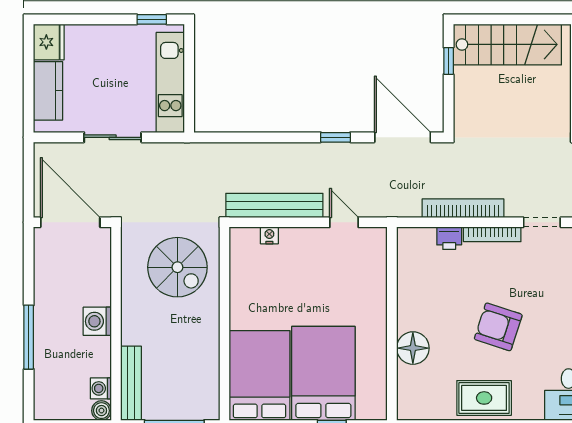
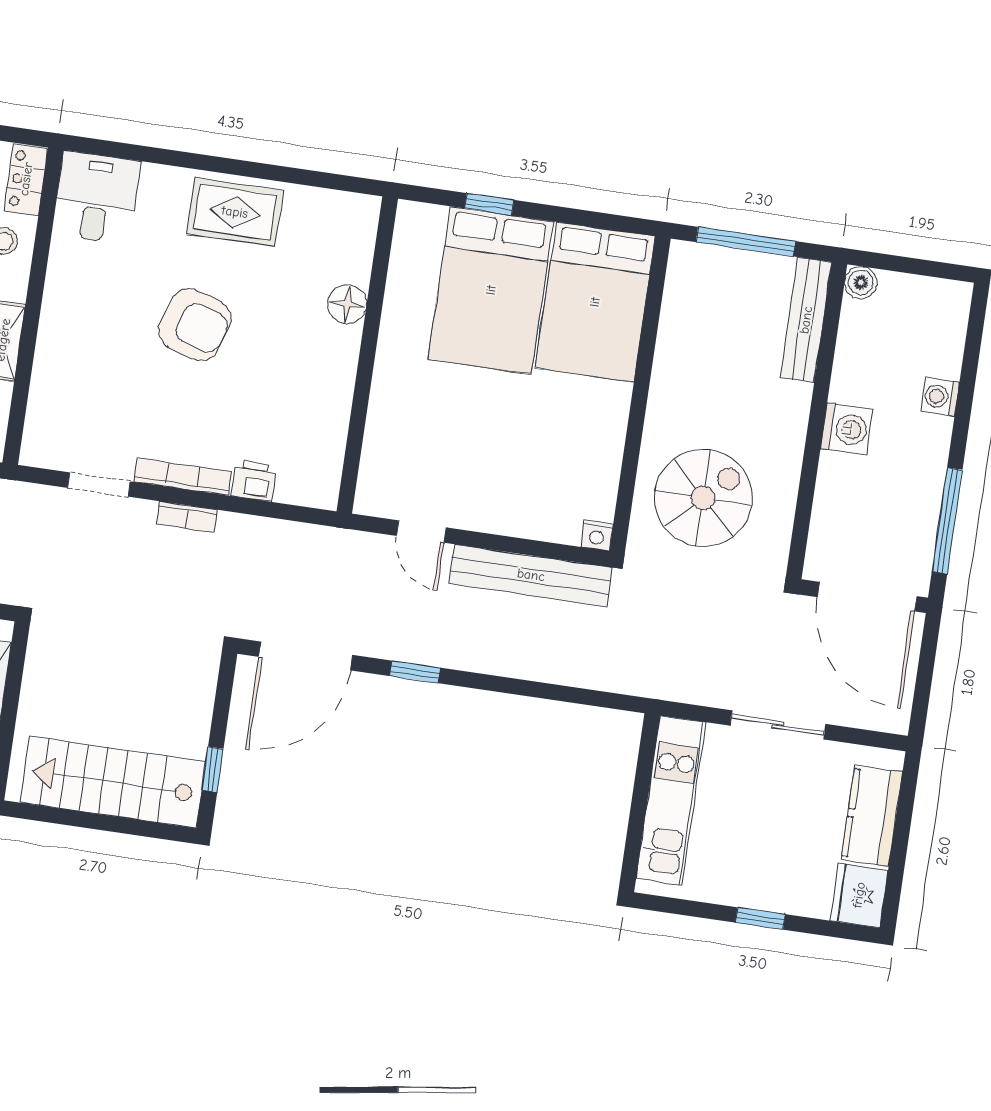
window: (152, 19) -> (760, 918), moved
door: (403, 137) -> (306, 656), hinge flipped
bookcase: (463, 208) -> (187, 517), width x0.43, depth x0.76
nightstand: (269, 235) -> (597, 535), moved
spiral stairs: (177, 267) -> (703, 498), turned 90
window: (29, 337) -> (947, 521), moved
floor lamp: (413, 348) -> (347, 304), width x0.73, depth x0.73
washing machine: (101, 388) -> (940, 397), moved, turned 180

